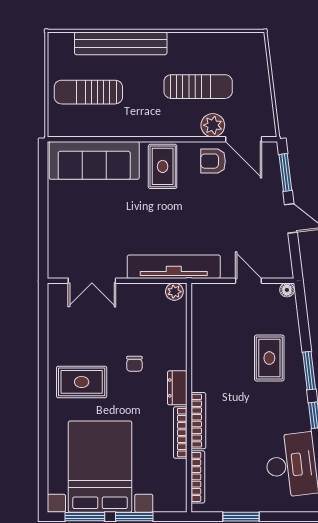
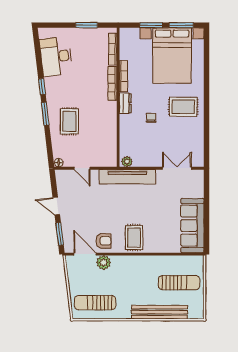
sun lounger: (198, 87) -> (95, 303), moved
sofa: (94, 160) -> (192, 226), moved, turned -90

